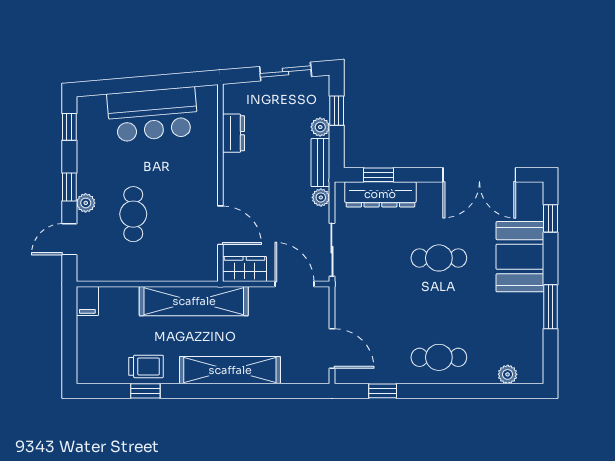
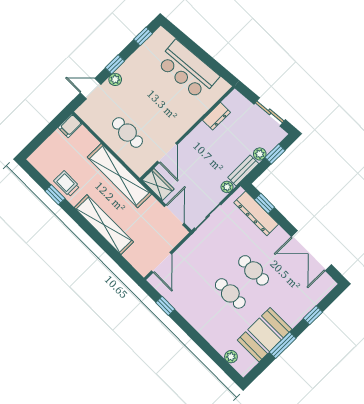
cafe table: (133, 214) -> (127, 133), moved, turned 90
window: (550, 218) -> (313, 315), moved
booth: (520, 257) -> (265, 335), moved
cafe table: (439, 357) -> (230, 293), moved
trolley: (146, 366) -> (67, 184), turned 180

